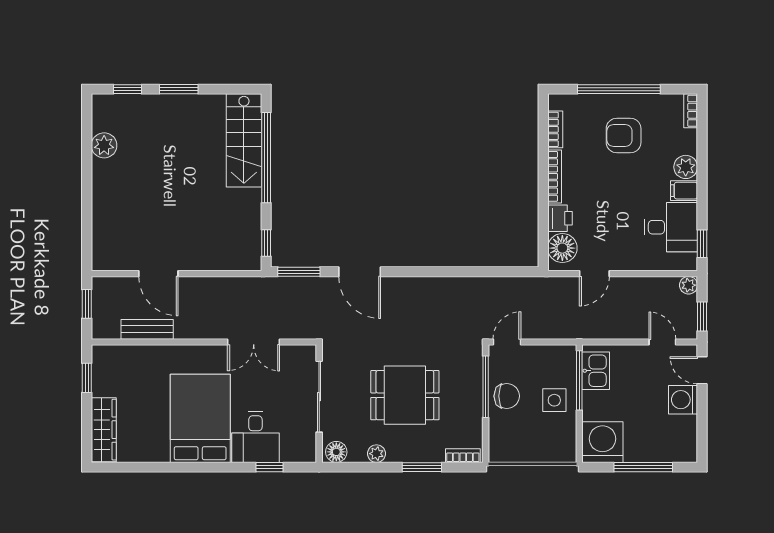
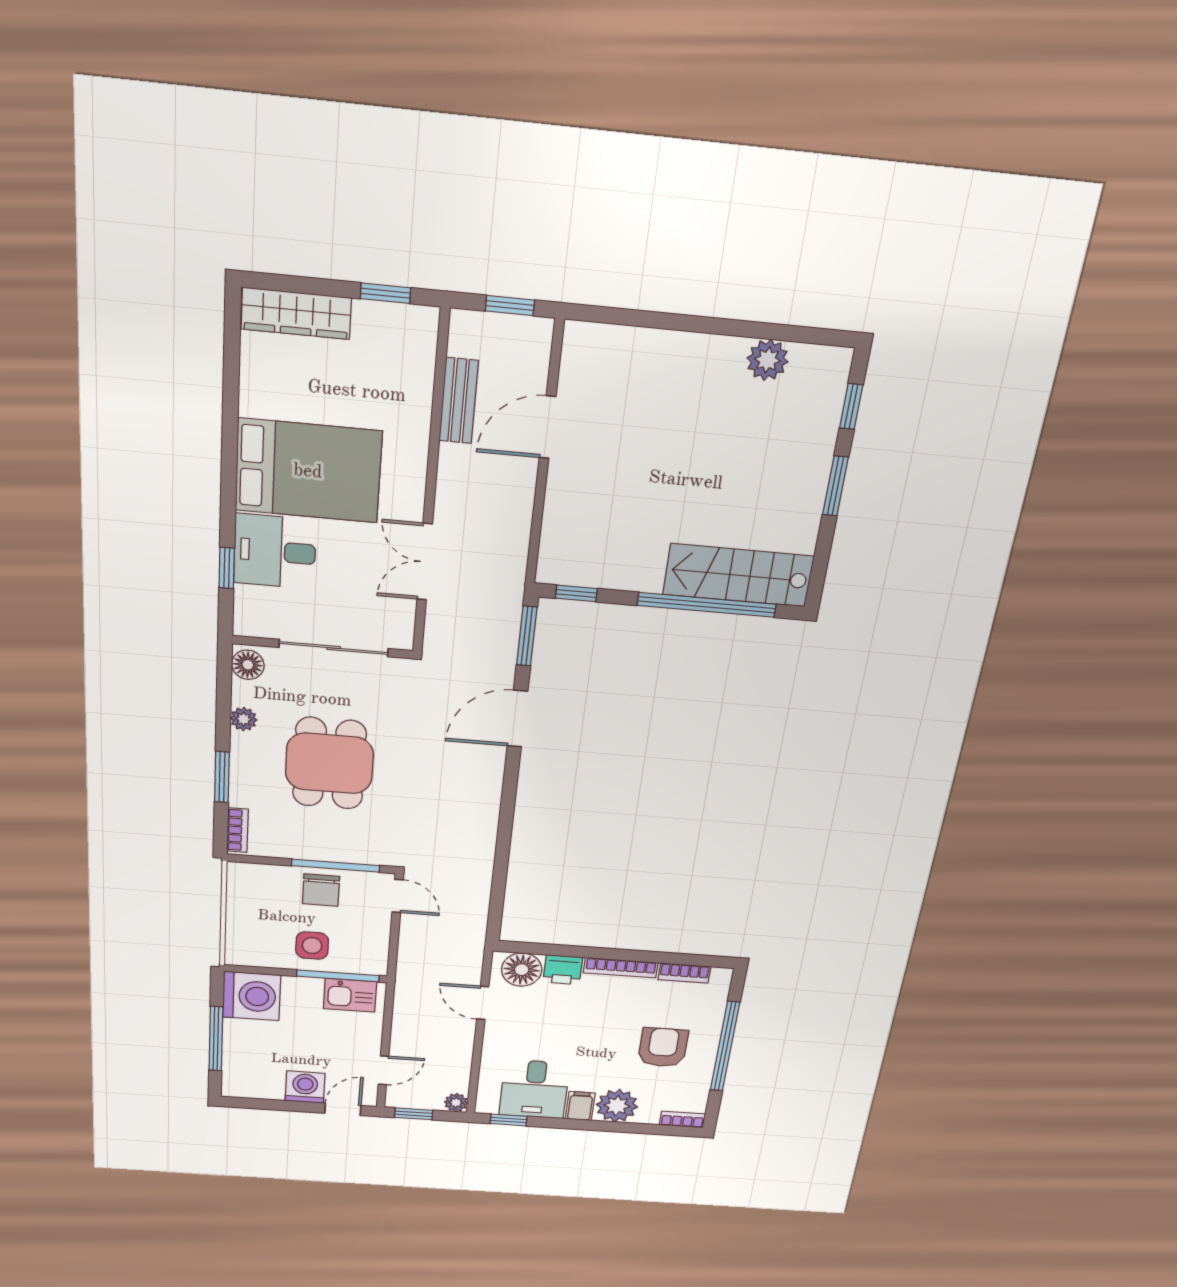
plant: (686, 167) -> (617, 1106), width x1.36, depth x1.36

